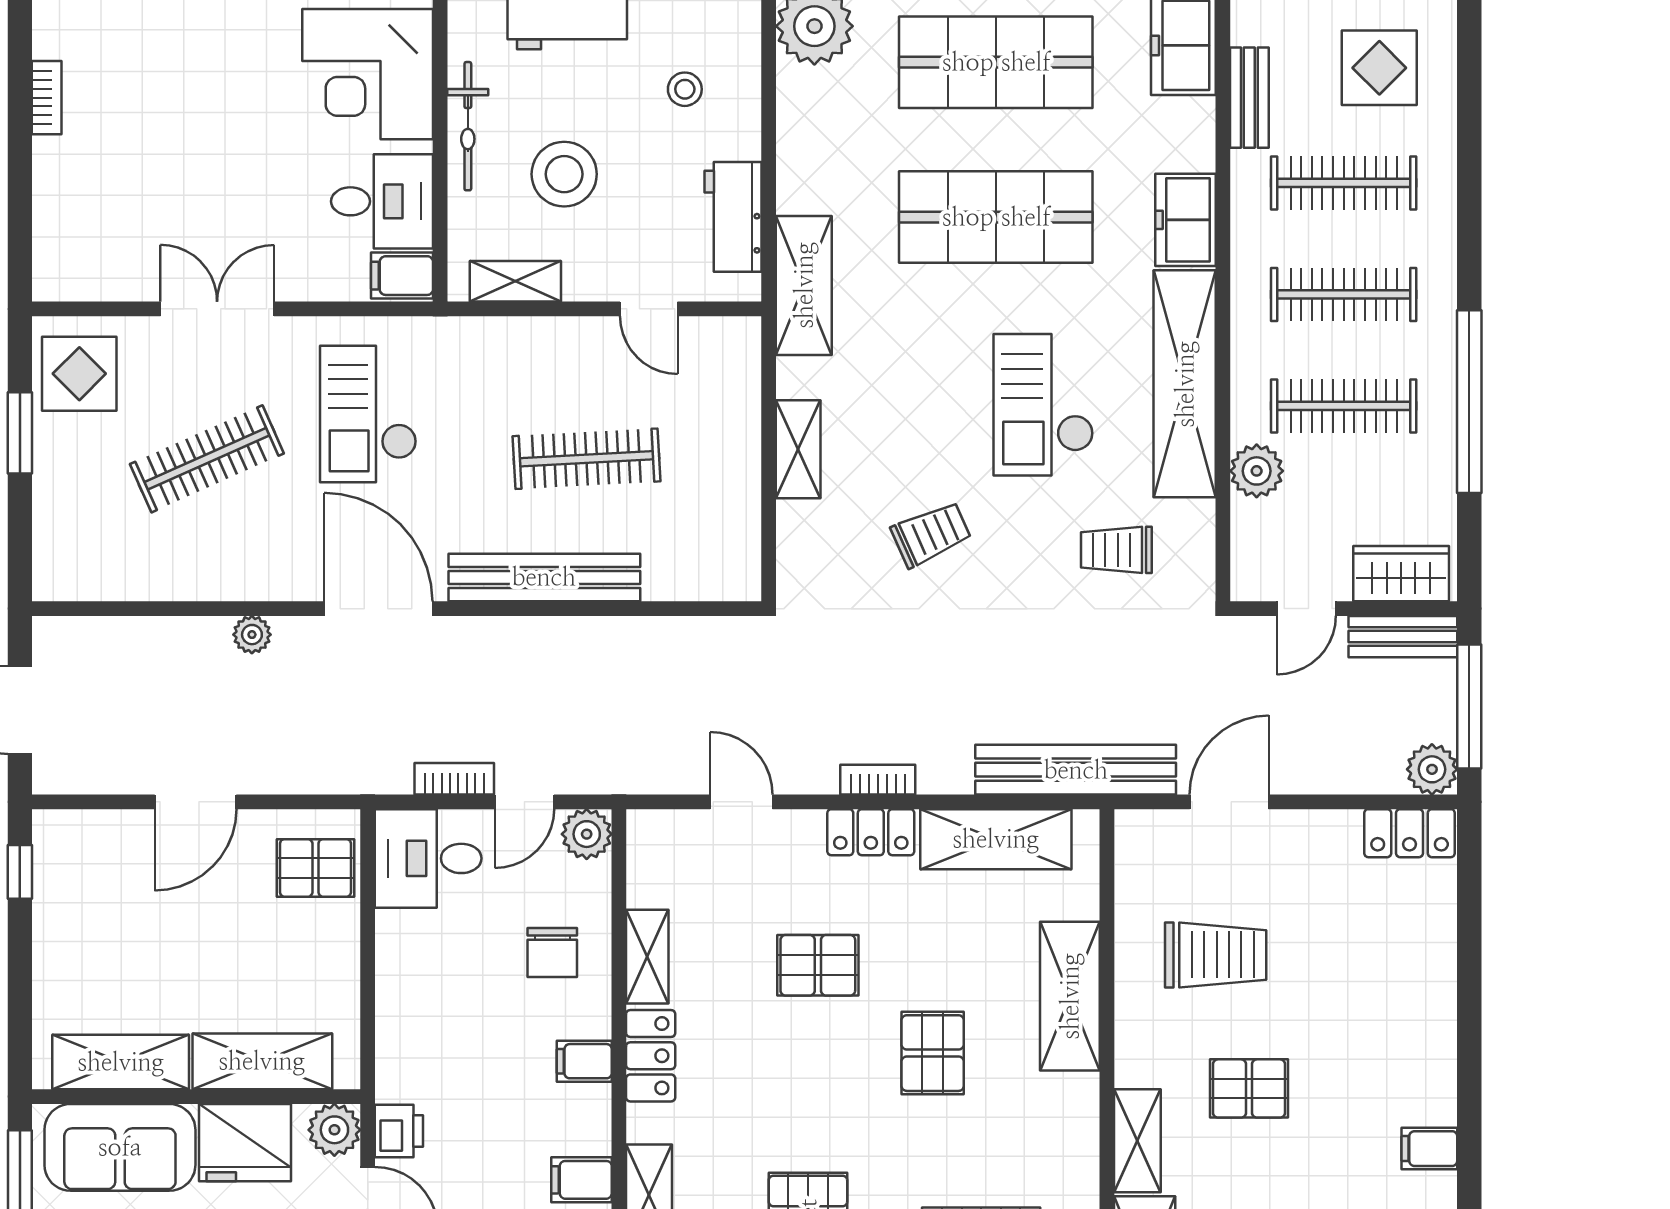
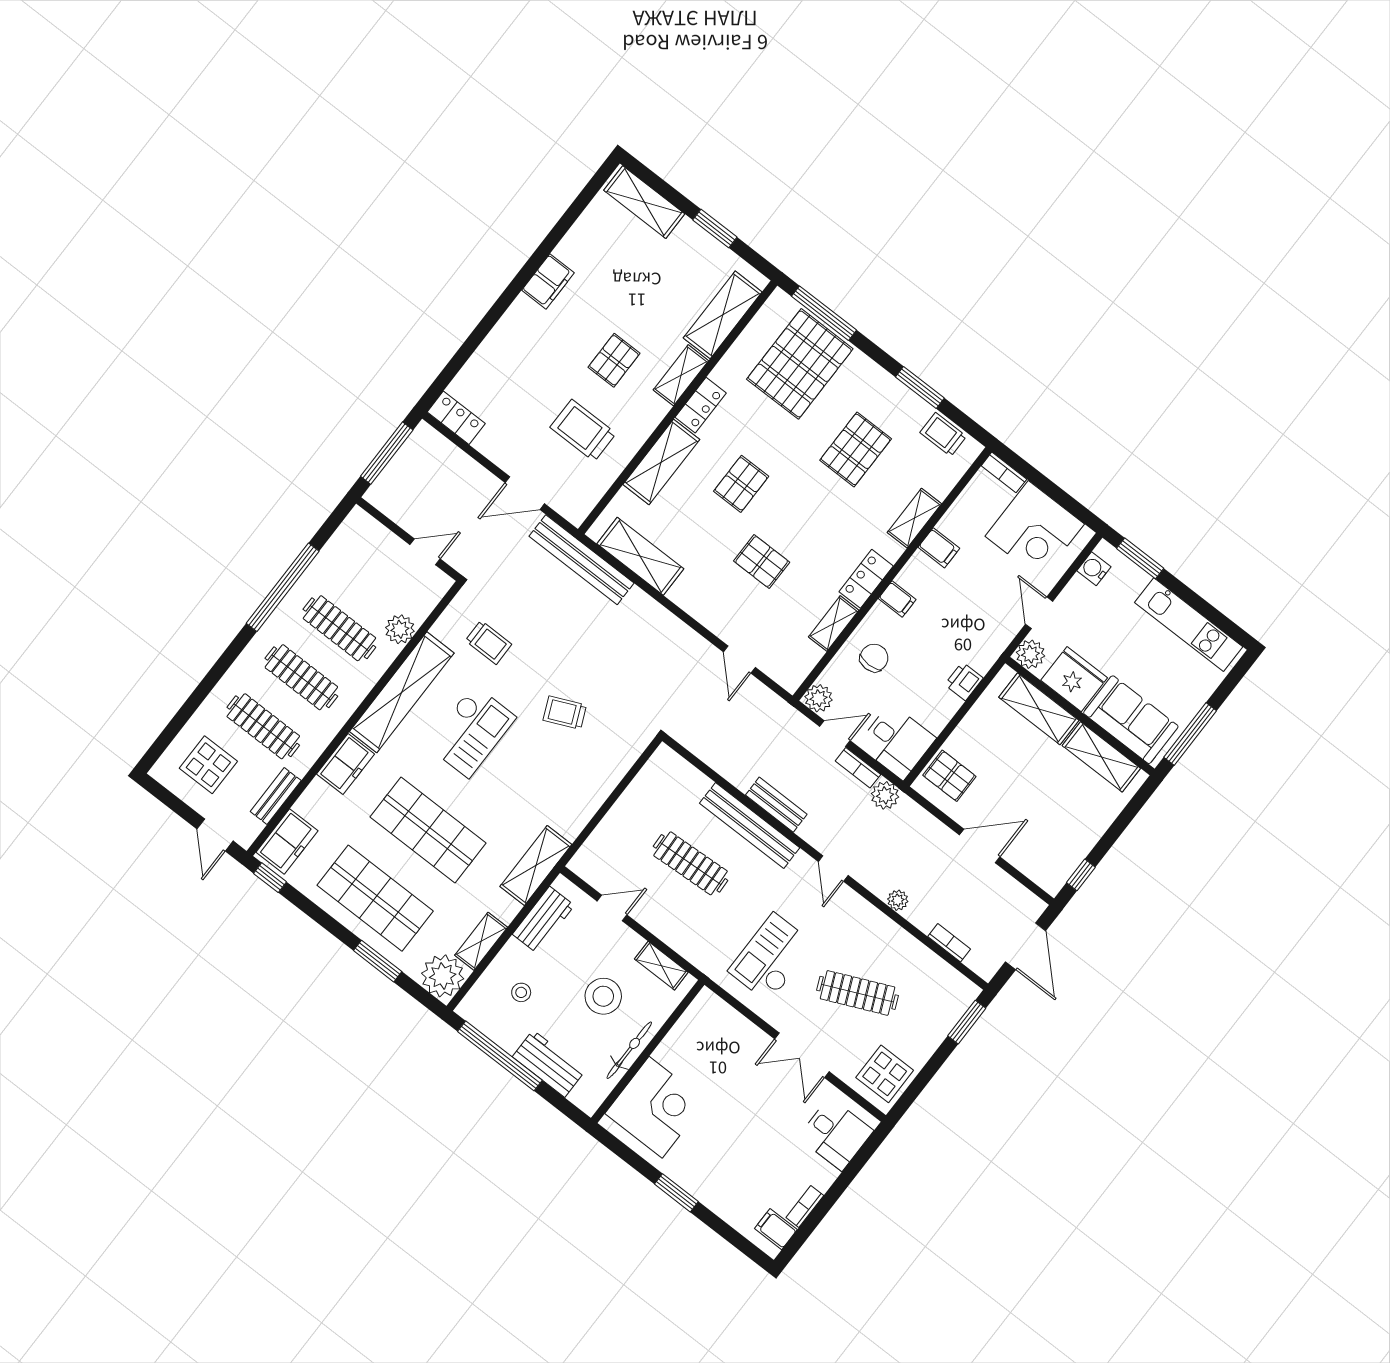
desk: (382, 201) -> (836, 1134), moved, turned 180
filing cabinet: (402, 276) -> (776, 1229), moved, turned 180
door: (649, 309) -> (612, 908), hinge flipped
checkout: (368, 414) -> (771, 958), turned 180
window: (20, 433) -> (967, 1022), moved
shelving: (798, 449) -> (481, 941), moved
wardrobe: (1401, 574) -> (371, 535), removed
door: (378, 609) -> (833, 869), width x0.53
bench: (1403, 637) -> (776, 805), moved
plant: (1432, 769) -> (885, 795), moved
bookcase: (878, 780) -> (949, 943), moved, turned 180
locker: (871, 832) -> (701, 405), moved, turned 90
pallet: (1249, 1088) -> (614, 360), turned 90
printer: (399, 1131) -> (964, 681), moved
filing cabinet: (1429, 1149) -> (548, 281), width x2.00

